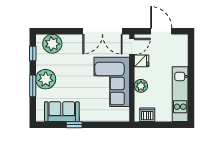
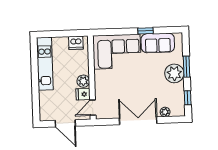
double door: (102, 31) -> (138, 121), moved
plant: (52, 44) -> (165, 112), width x0.53, depth x0.53
corner sofa: (112, 82) -> (117, 52), moved, turned 90
plant: (141, 86) -> (83, 81), moved

